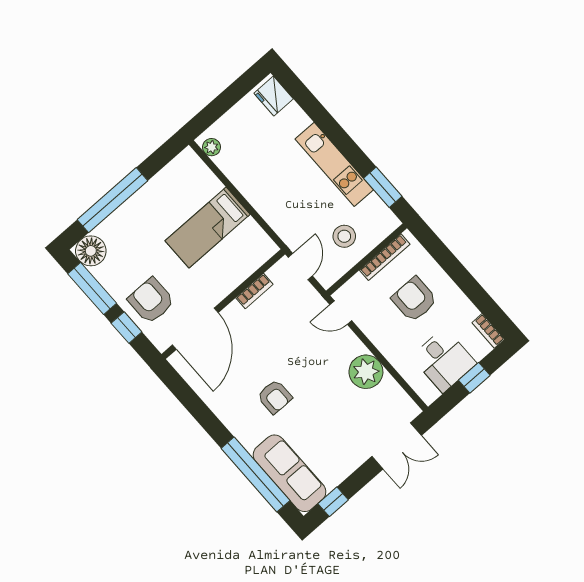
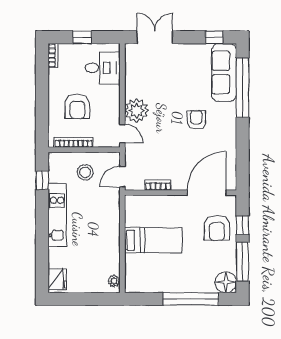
window: (383, 187) -> (42, 180), width x0.67
desk: (444, 360) -> (103, 68), moved, turned 90
plant: (366, 372) -> (137, 111), moved

